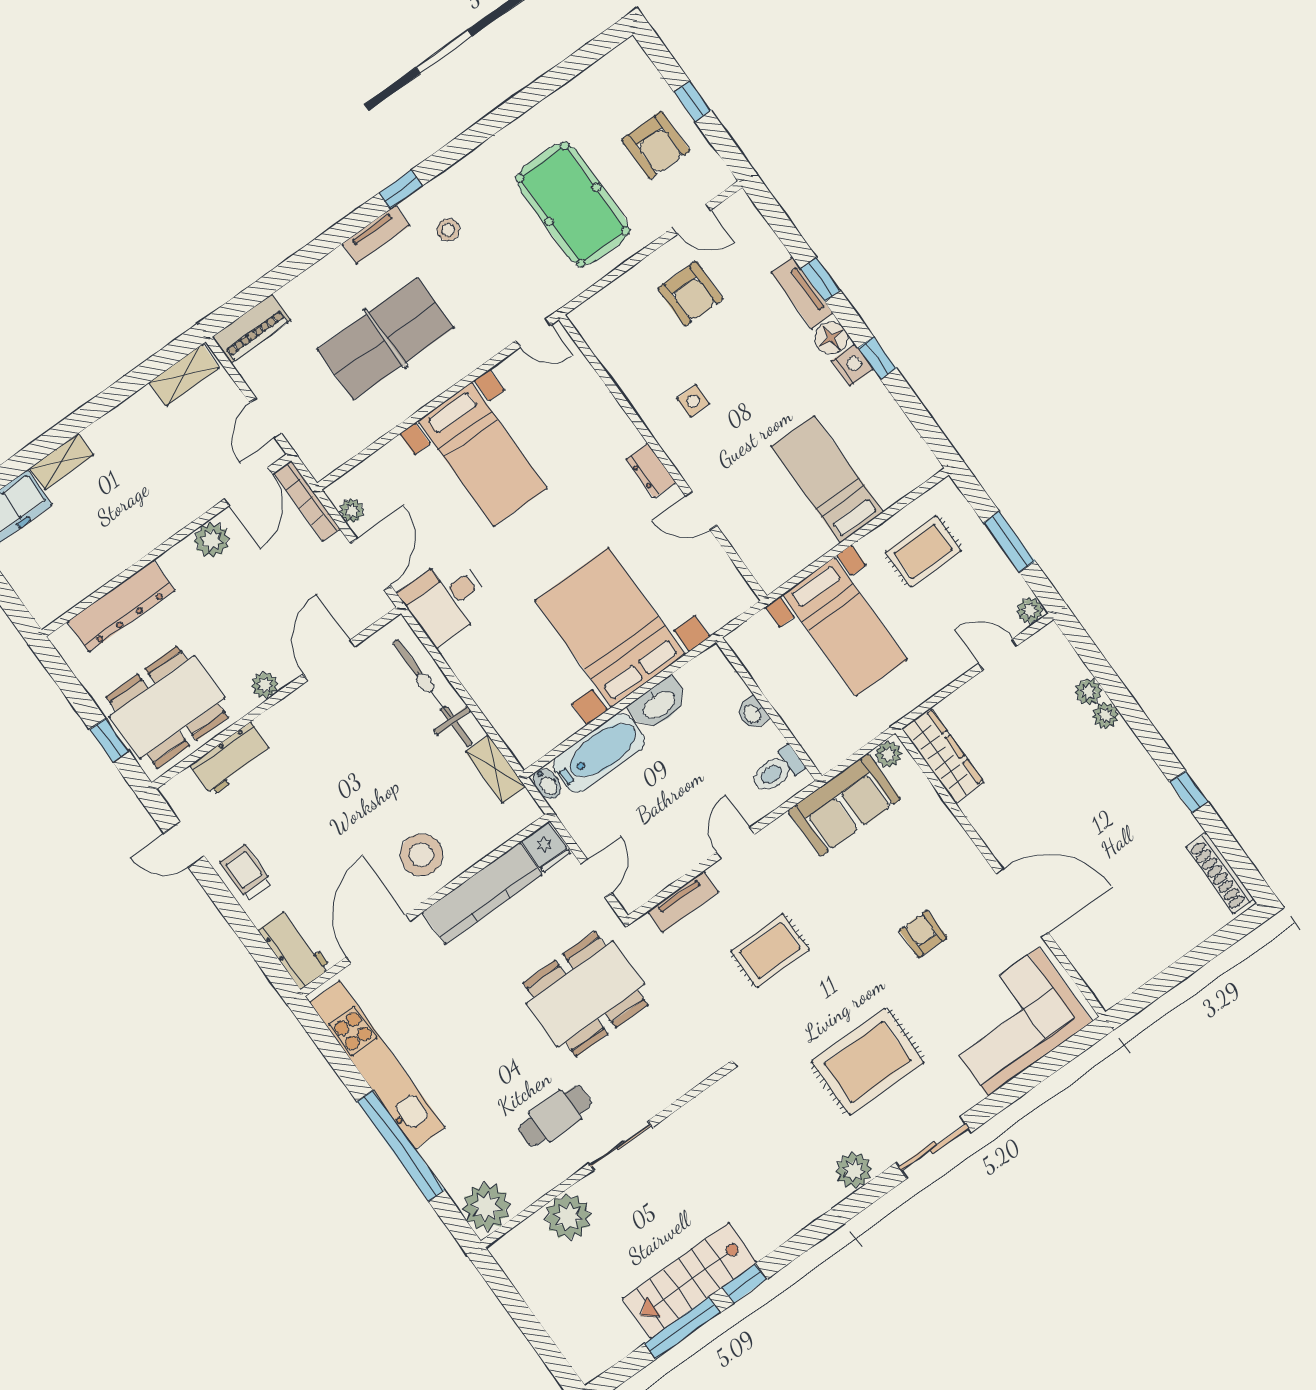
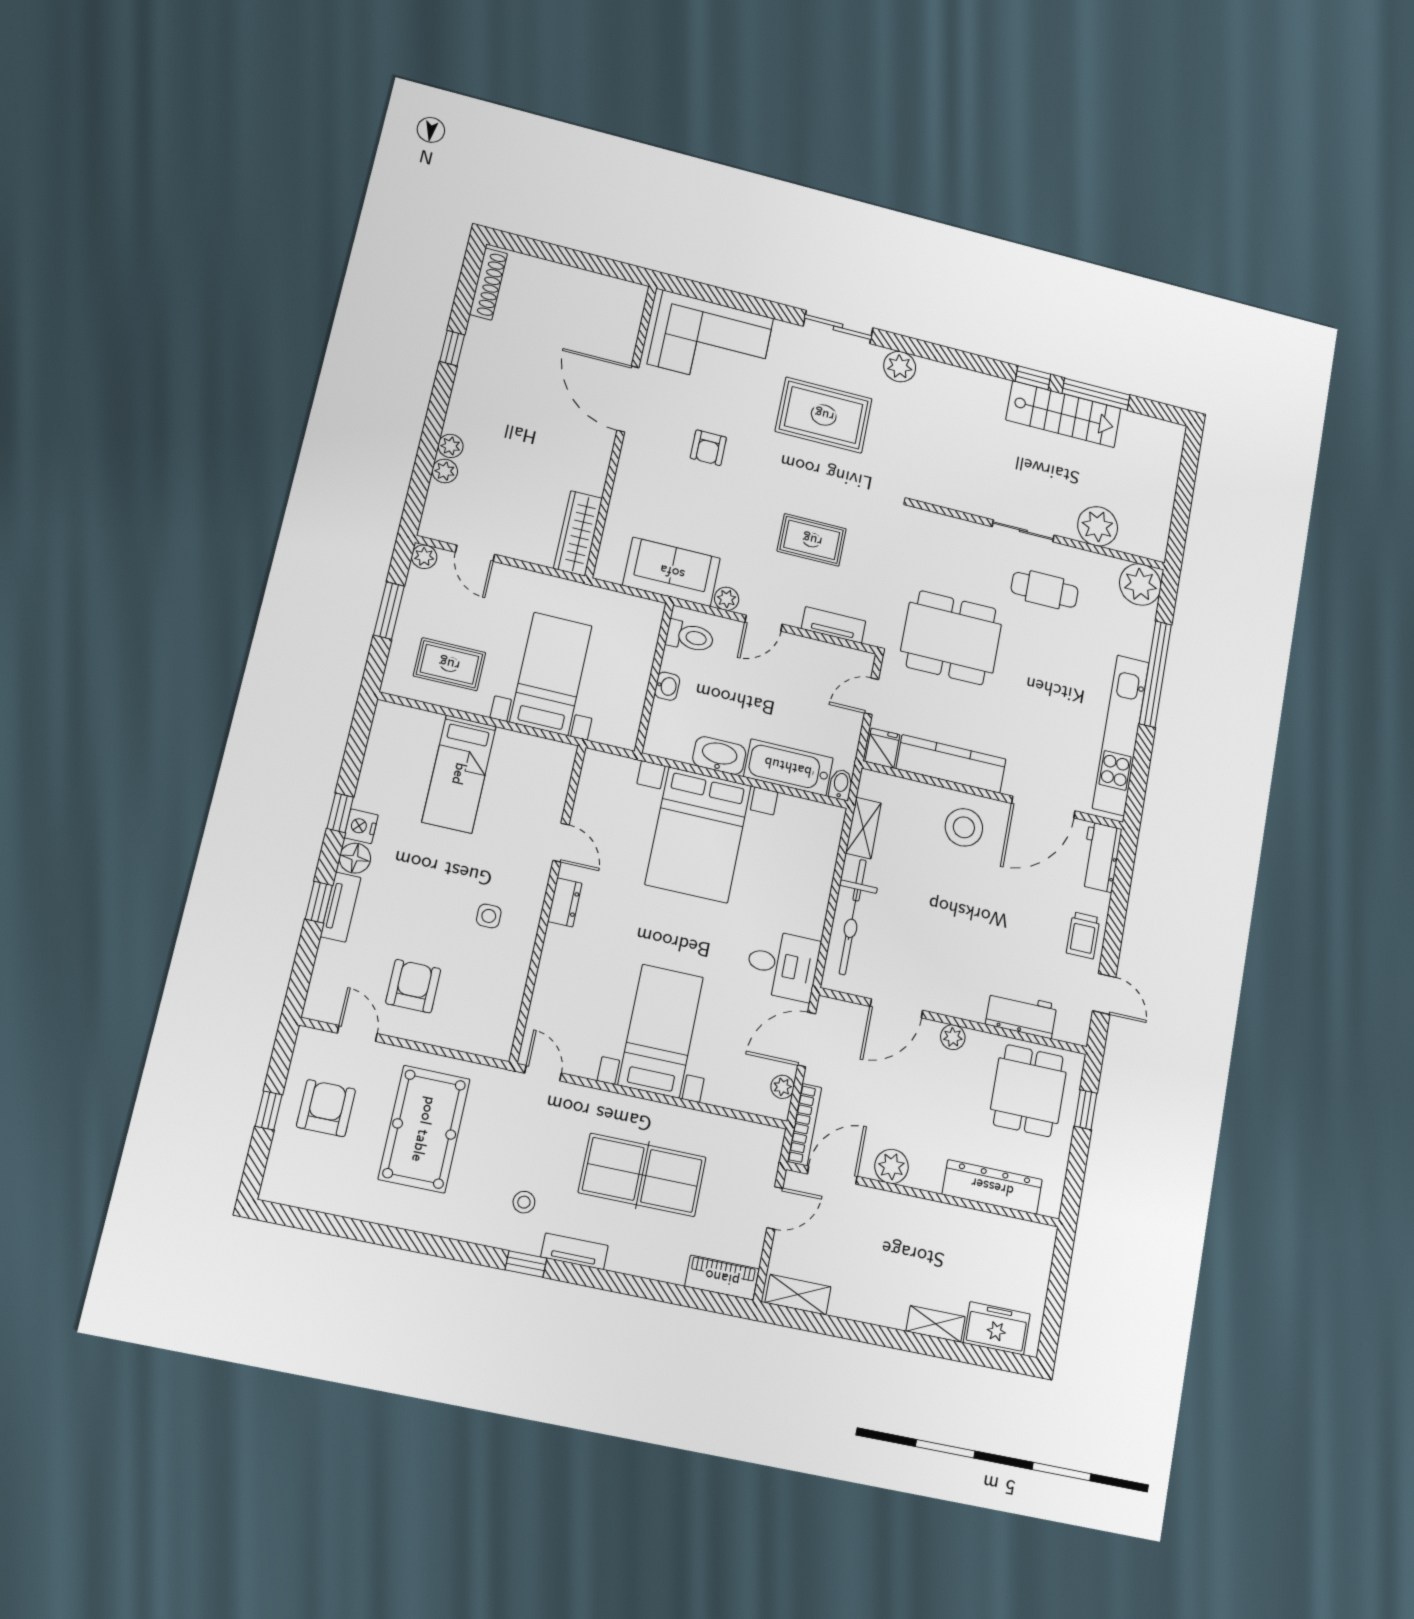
dining table: (167, 707) -> (1028, 1091), width x0.73
plant: (888, 754) -> (727, 599), moved

